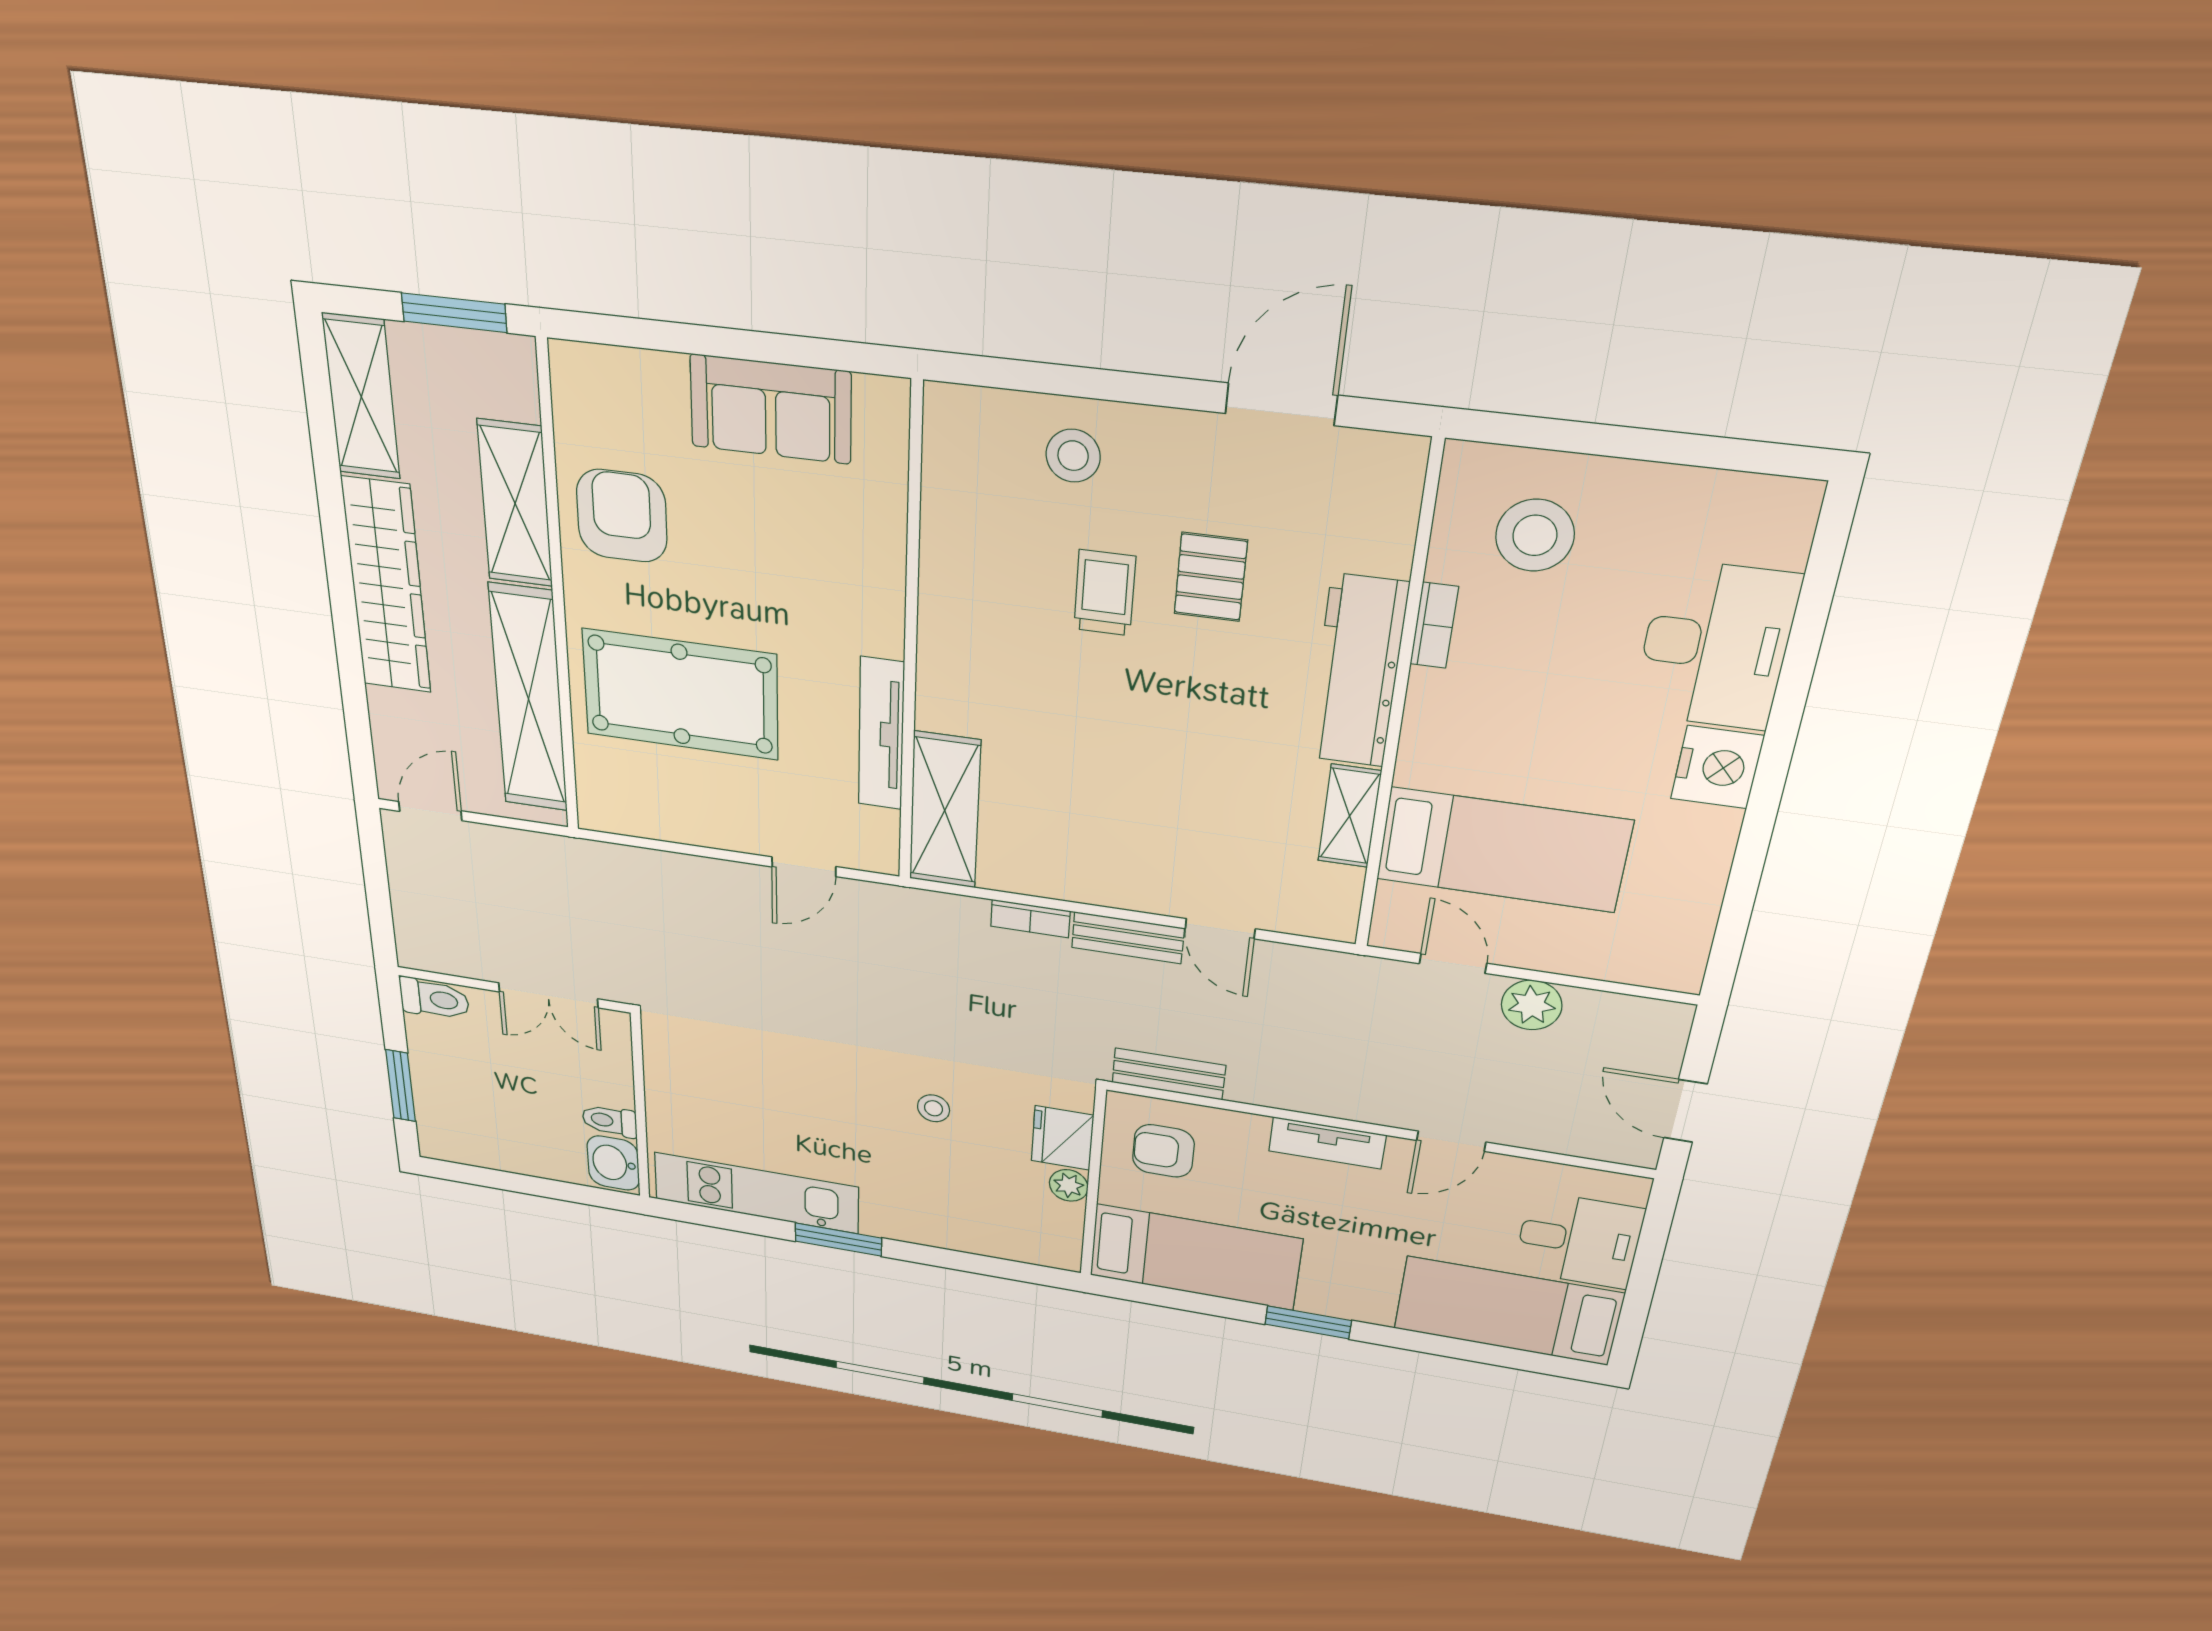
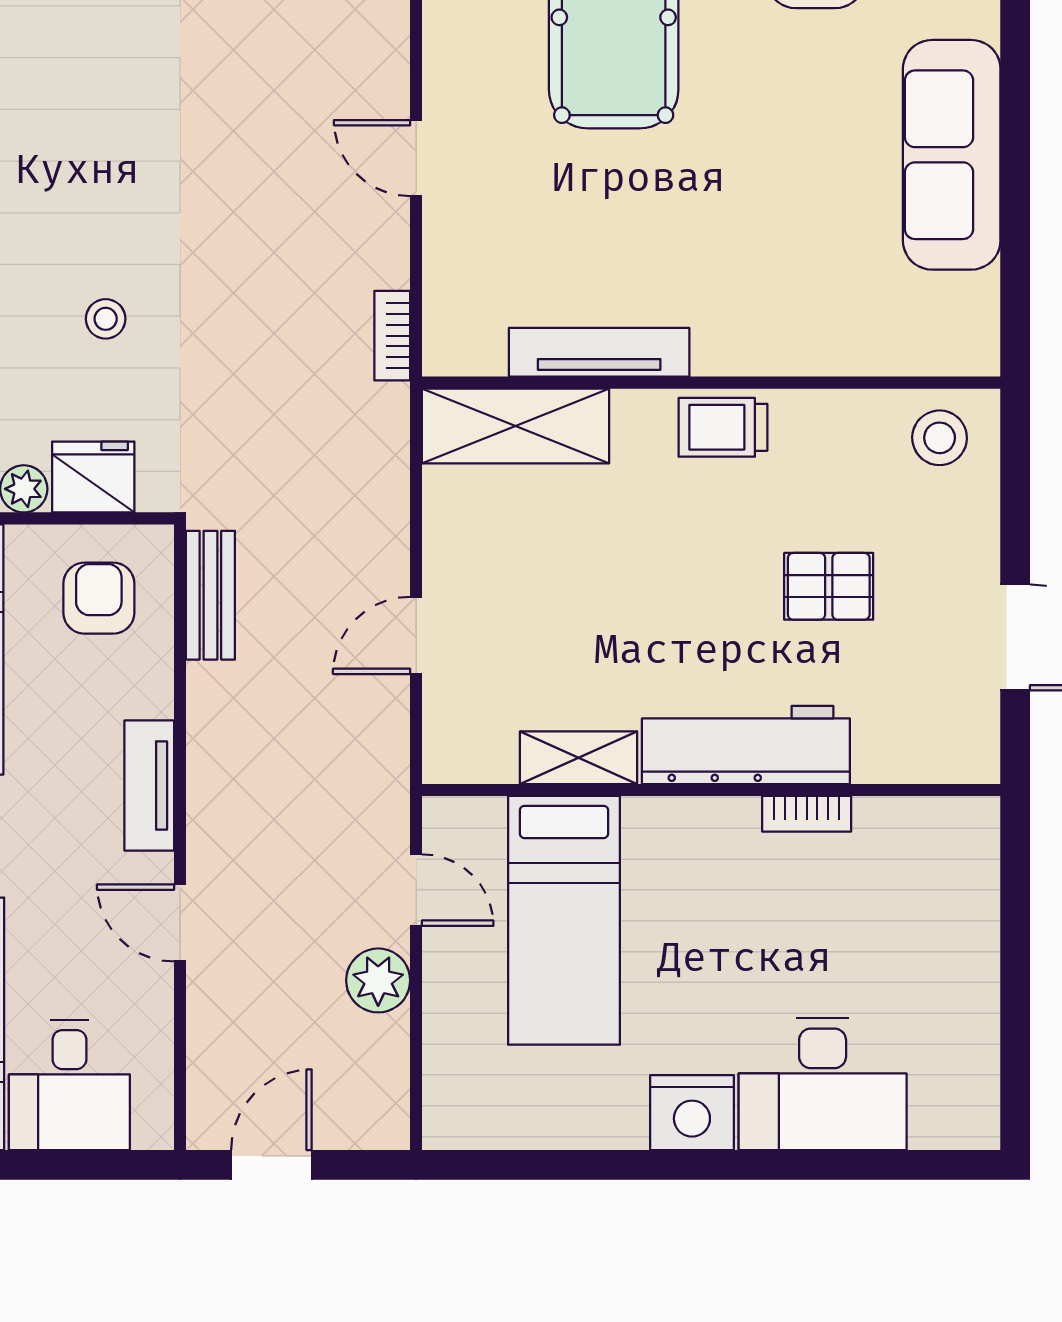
sofa: (771, 409) -> (952, 155), width x1.36
stool: (1535, 535) -> (913, 895), removed
trolley: (1105, 593) -> (723, 427), moved, turned 180
wall: (911, 644) -> (711, 383), moved
tv unit: (881, 734) -> (599, 352), moved
shelving: (945, 810) -> (516, 426), moved
bookcase: (1030, 919) -> (392, 336), moved
bench: (1128, 938) -> (386, 534), removed
door: (1453, 963) -> (416, 890), hinge flipped

